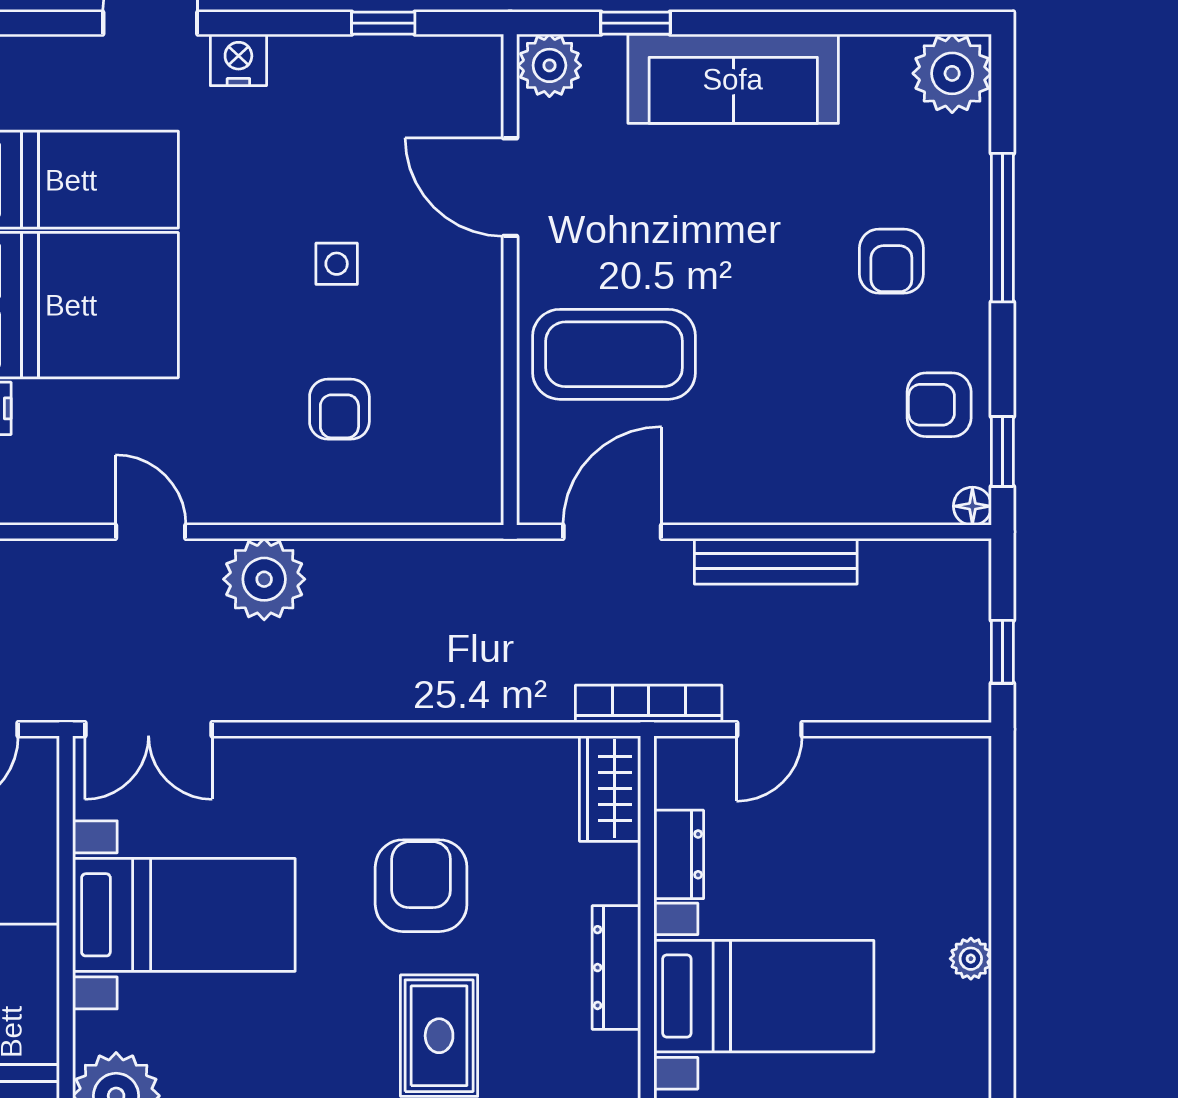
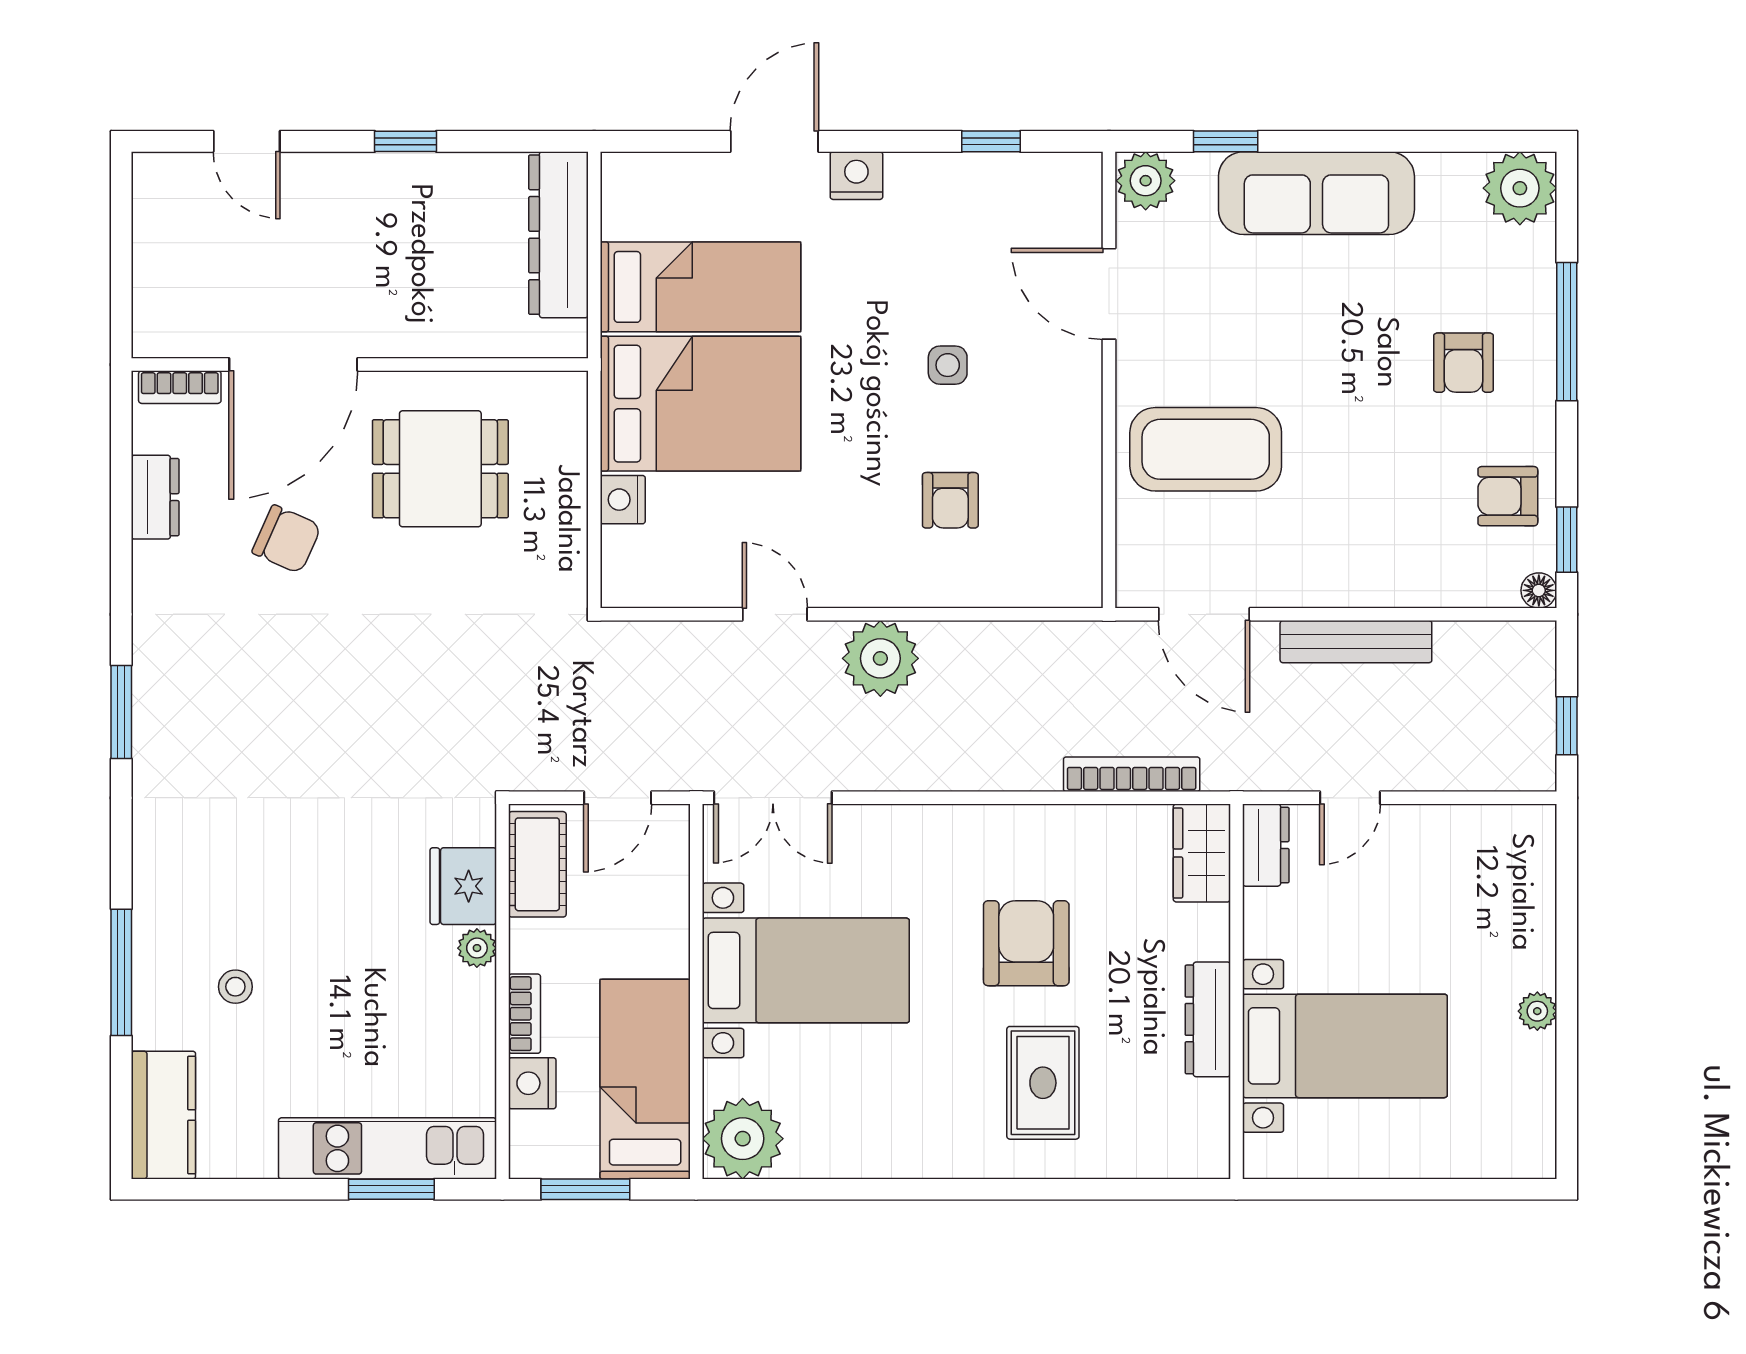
door: (612, 532) -> (1204, 614), swing flipped
bookcase: (649, 704) -> (1132, 774), moved
dresser: (679, 854) -> (1266, 845), moved

